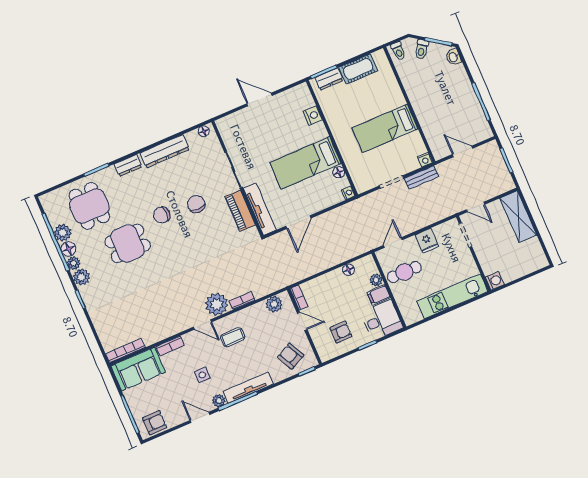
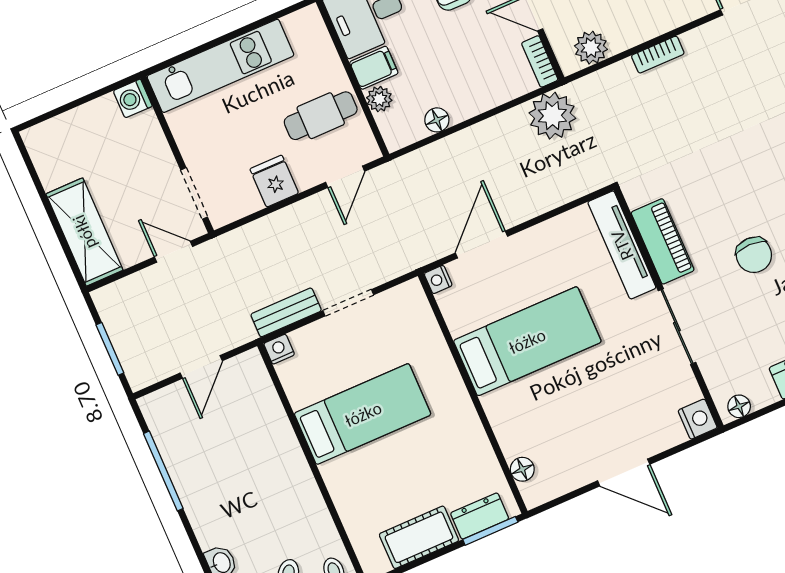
nightstand: (313, 115) -> (698, 419), moved, turned 180
door: (462, 151) -> (201, 367), hinge flipped
floor lamp: (339, 172) -> (522, 469), moved
door: (298, 222) -> (481, 245), moved
plant: (217, 304) -> (552, 116), moved

